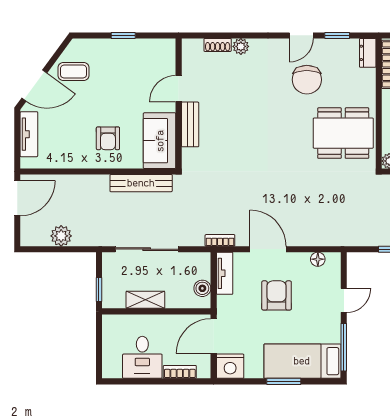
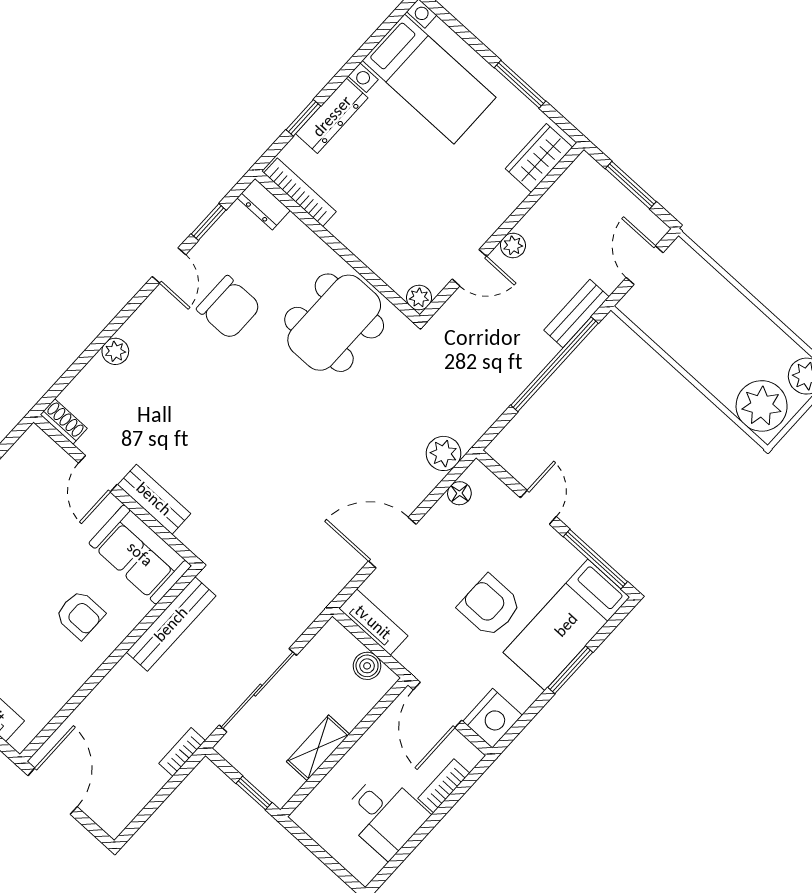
shoe rack: (218, 45) -> (64, 421), moved, turned -90
plant: (61, 236) -> (444, 453), moved
bookcase: (220, 240) -> (182, 752), moved
armchair: (277, 295) -> (490, 606), moved

